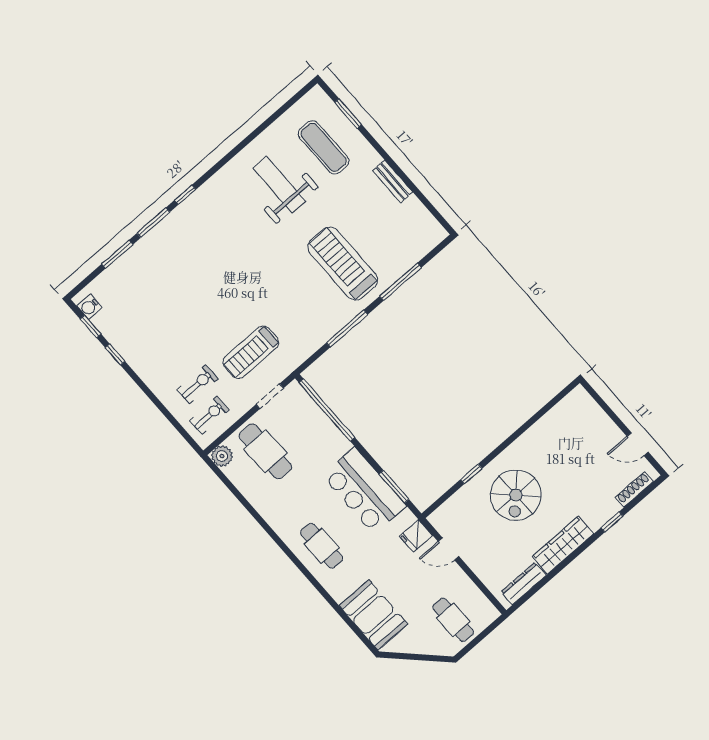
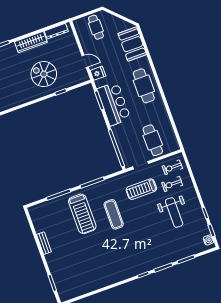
exercise mat: (324, 147) -> (114, 214), moved
weight bench: (279, 185) -> (174, 212), moved
treadmill: (251, 352) -> (141, 189), turned 180
plant: (222, 456) -> (174, 146), removed
spiral stairs: (516, 495) -> (44, 74), turned -90
cafe table: (322, 546) -> (144, 86), width x1.37, depth x1.35

